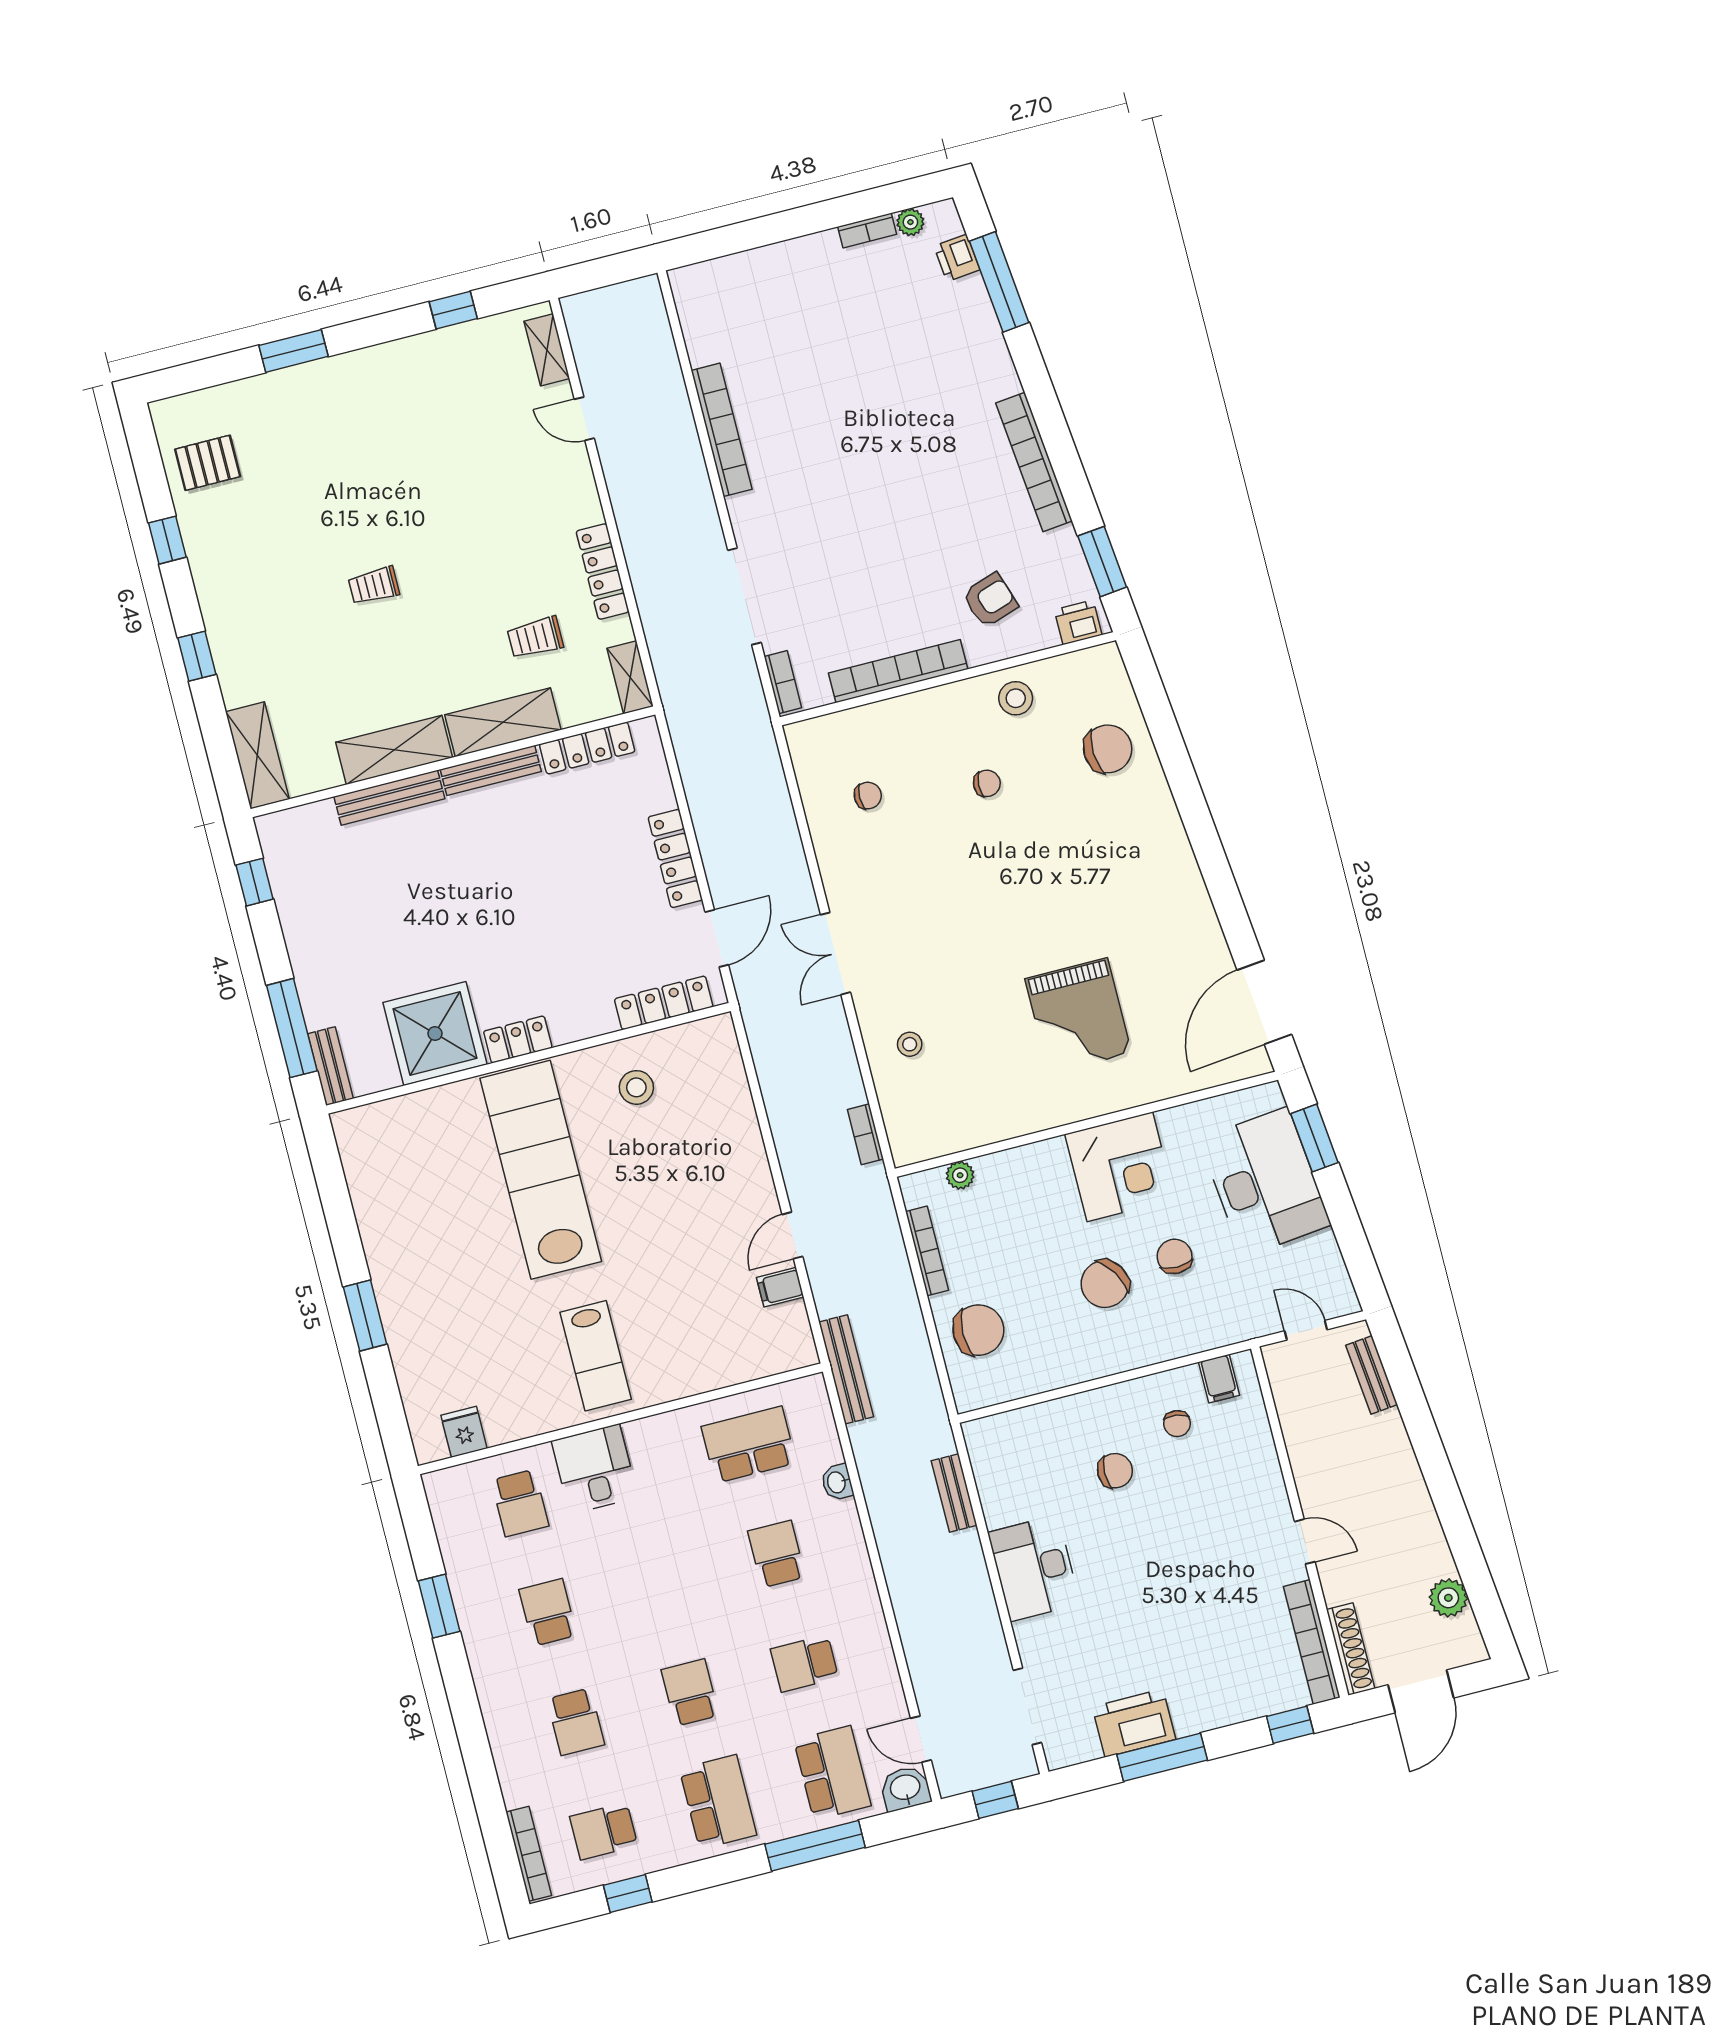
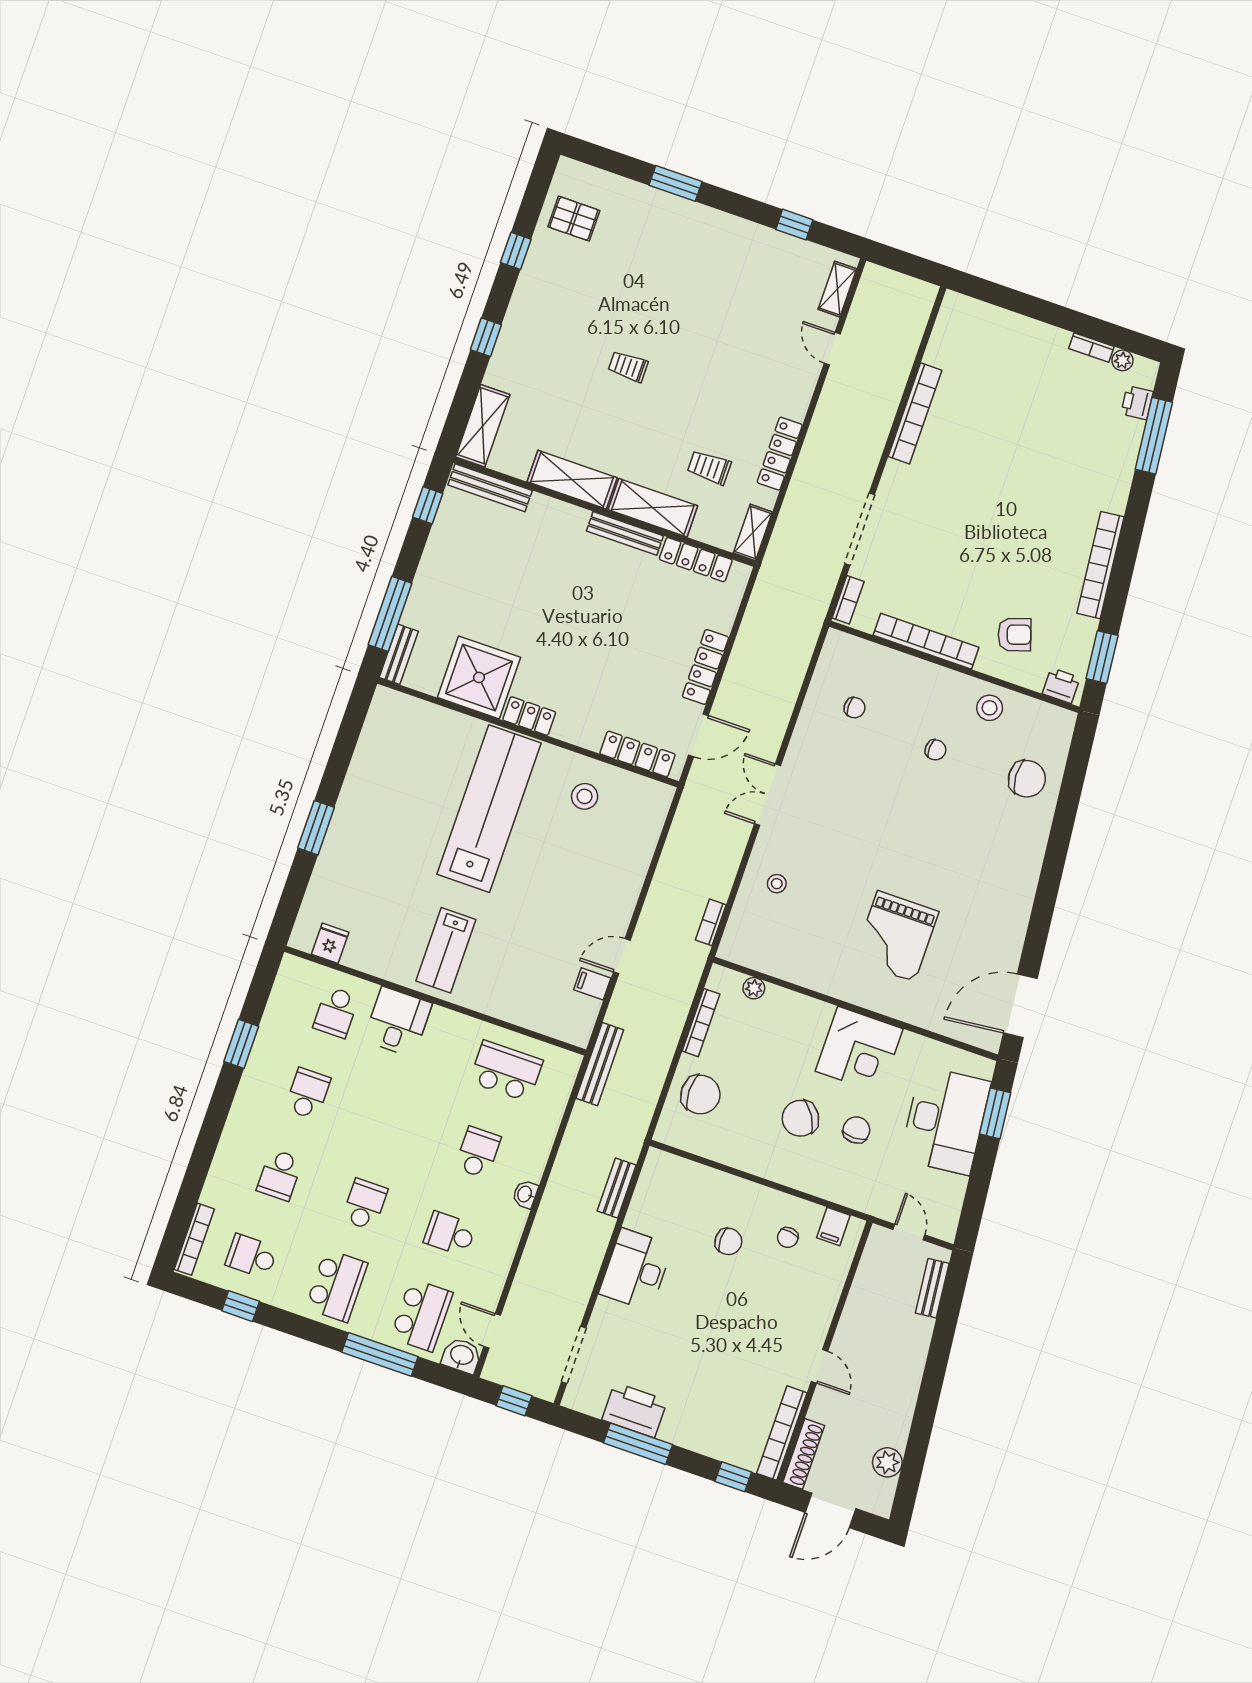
bench: (389, 798) -> (490, 488), moved
washbasin: (837, 1482) -> (525, 1194), moved

